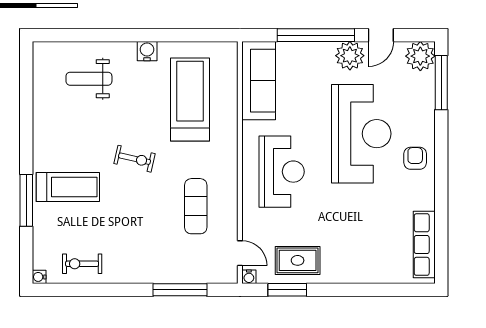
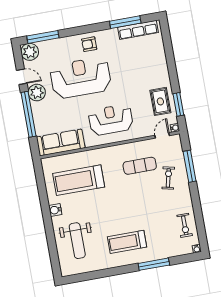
weight bench: (89, 79) -> (77, 241), width x1.36, depth x1.33
exercise bike: (135, 159) -> (168, 178), moved
treadmill: (68, 187) -> (127, 242), moved, turned -90
window: (441, 225) -> (125, 22), added

